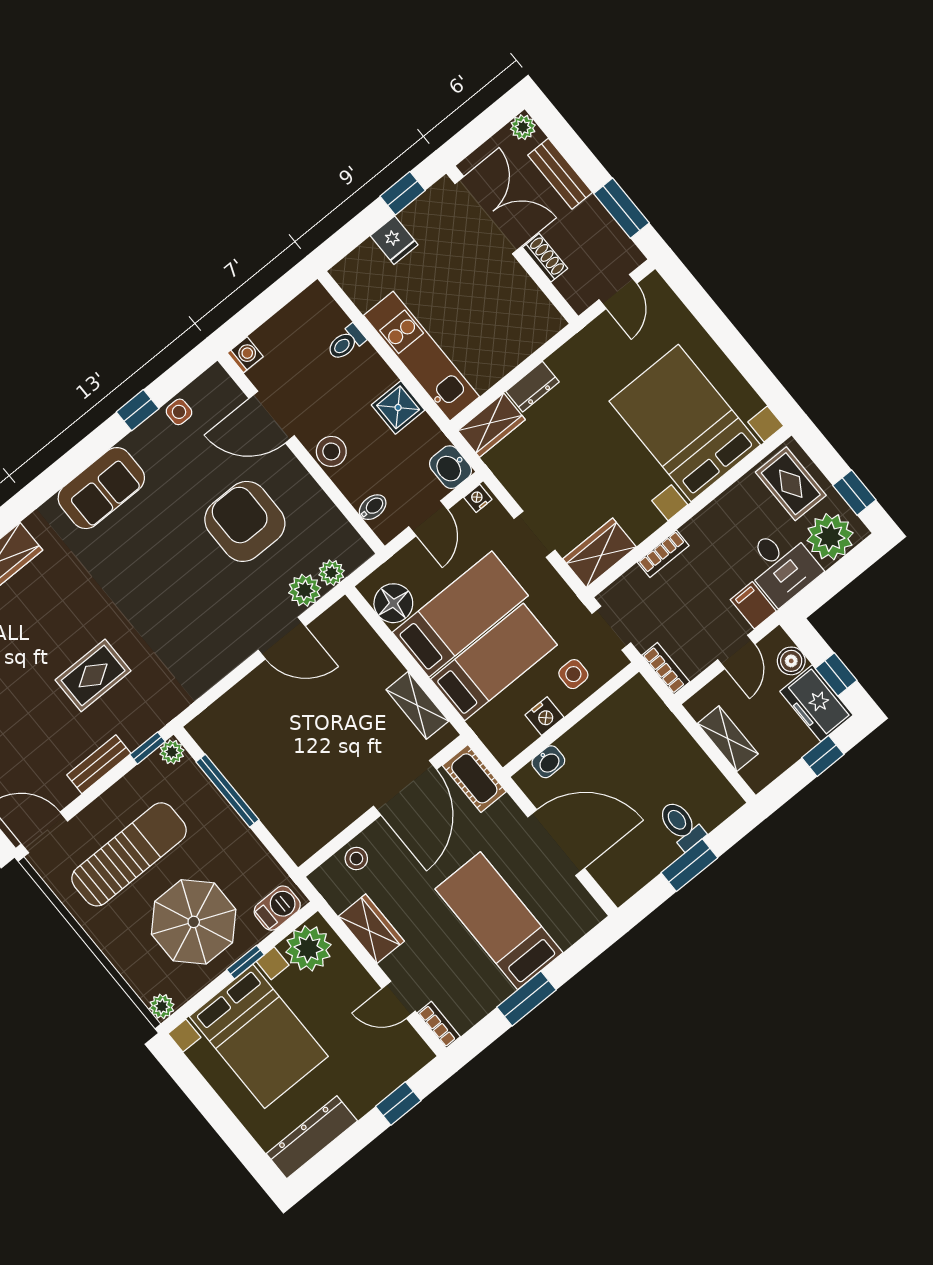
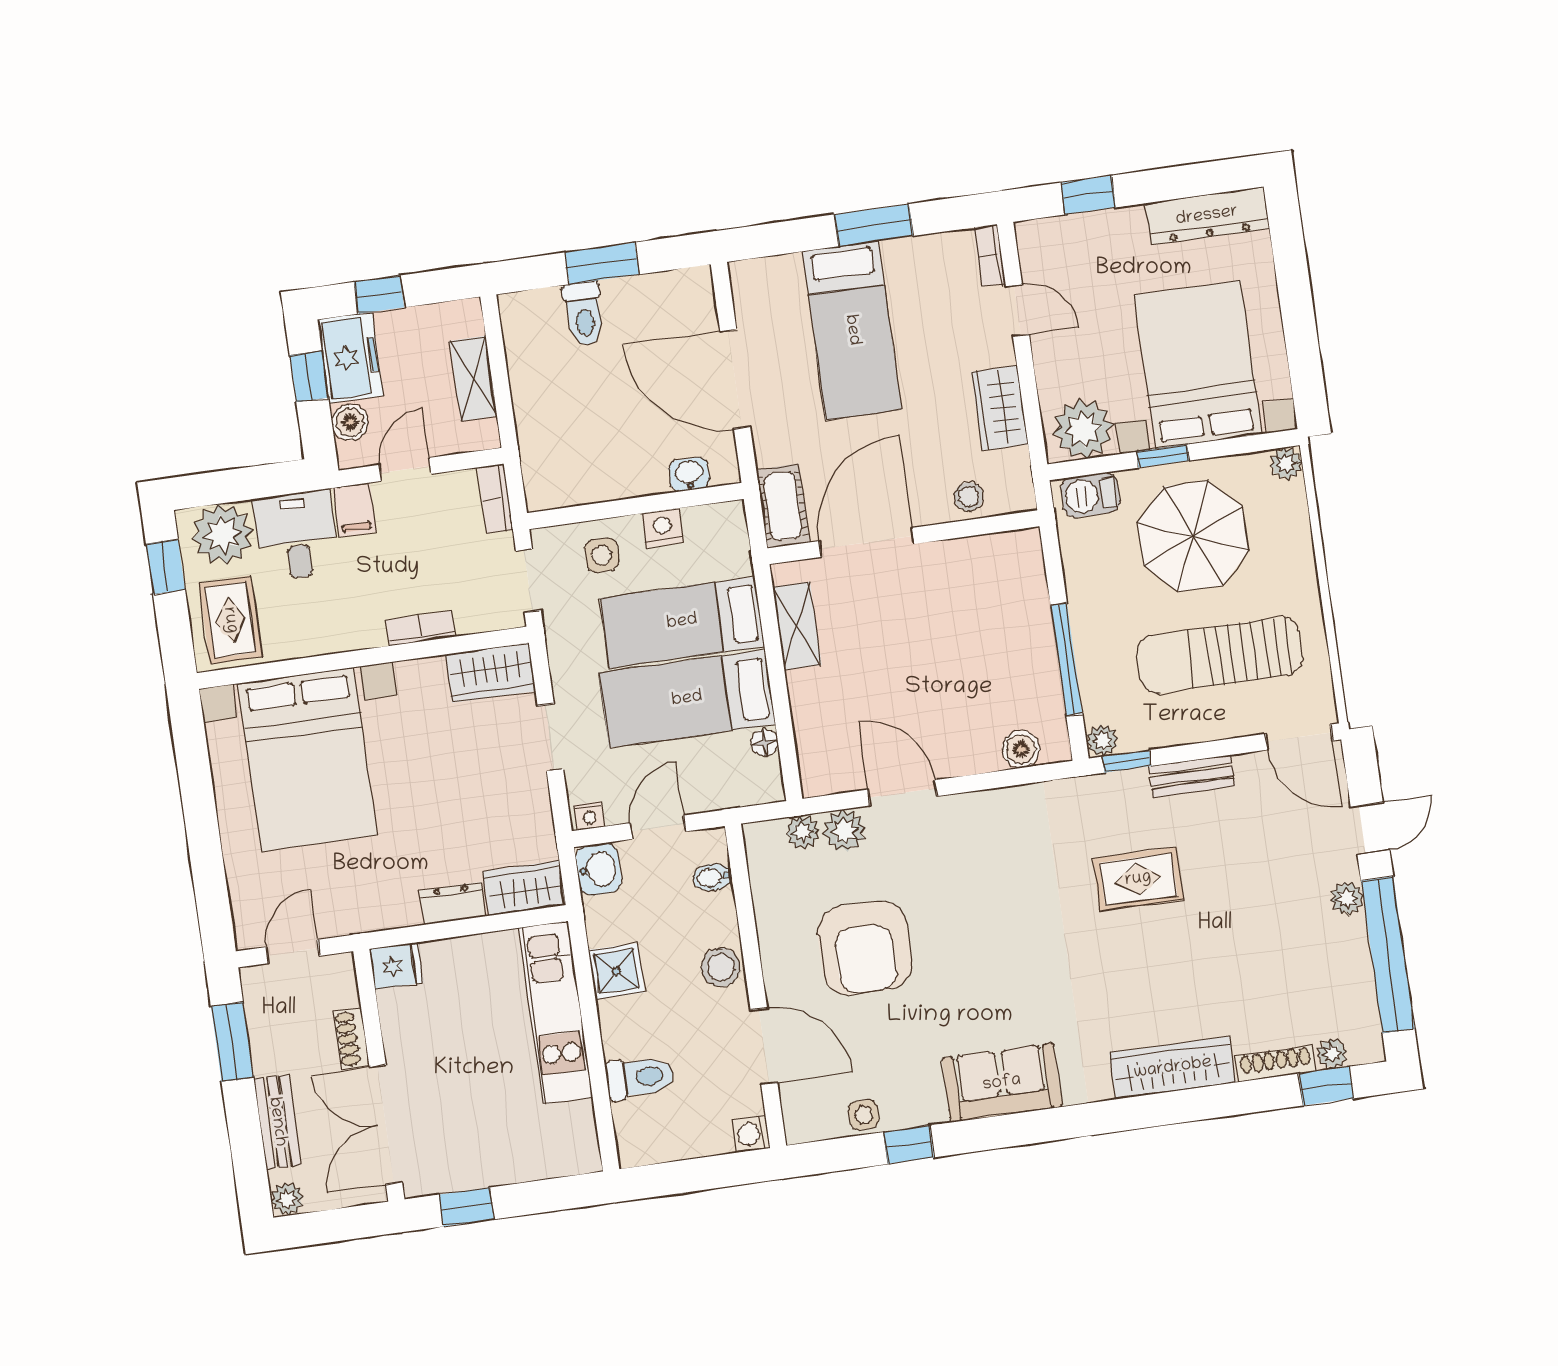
fridge: (394, 240) -> (396, 966), moved, turned 90
toilet: (346, 343) -> (640, 1078), width x1.37, depth x1.39
floor lamp: (393, 603) -> (765, 743), width x0.53, depth x0.53
boiler: (222, 714) -> (1021, 749), added

